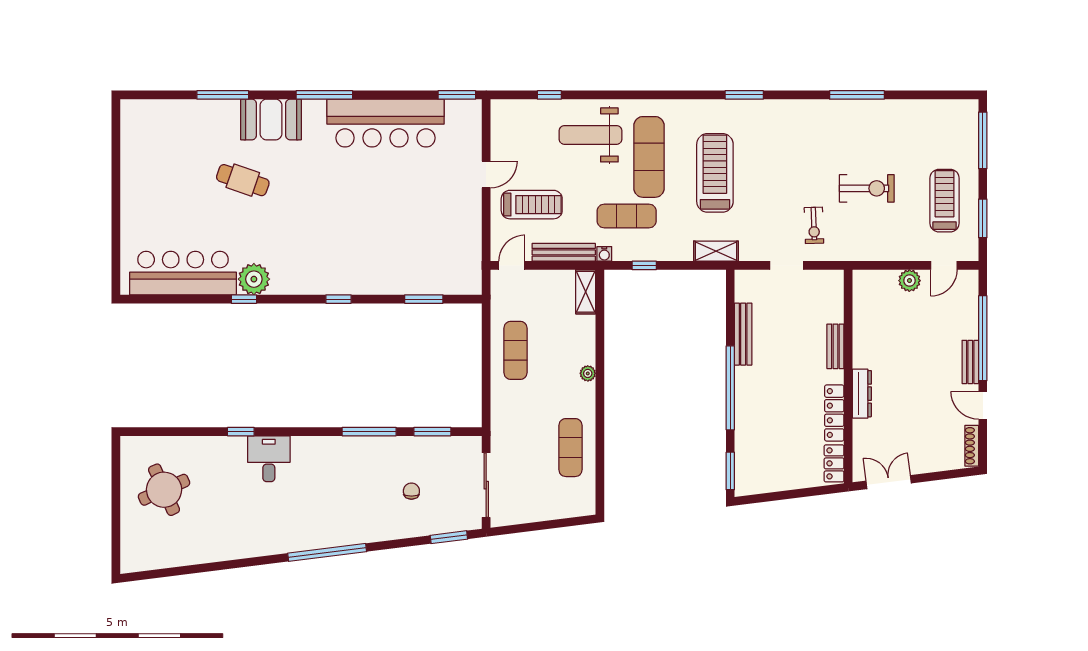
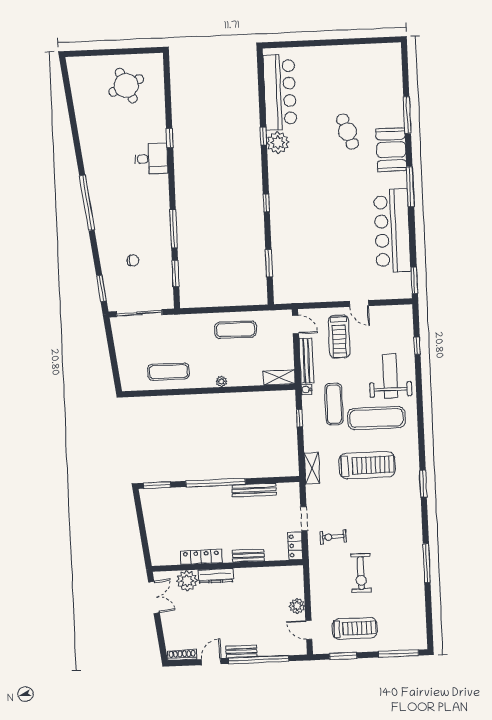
cafe table: (243, 180) -> (347, 132), turned -38
plant: (867, 435) -> (187, 581), added
locker: (834, 463) -> (295, 546), moved, turned -90

